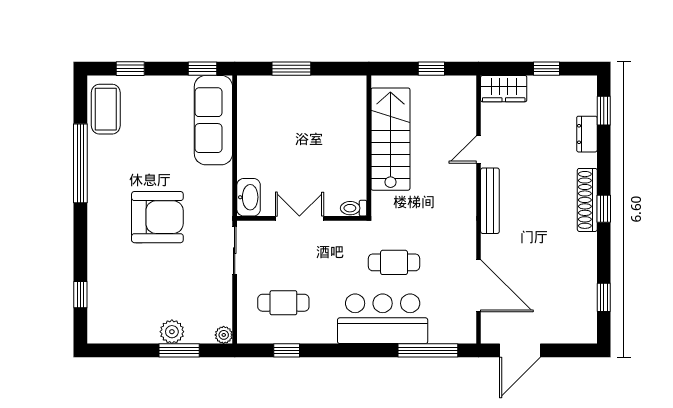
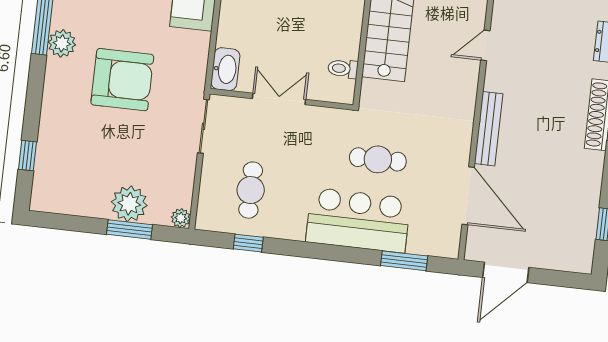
plant: (100, 191) -> (62, 43), added
bench: (490, 201) -> (489, 129), moved
toilet: (354, 208) -> (343, 69), moved
cafe table: (283, 303) -> (251, 190), turned 90
plant: (172, 332) -> (129, 204), width x1.36, depth x1.36
window: (428, 350) -> (404, 261), width x0.69

